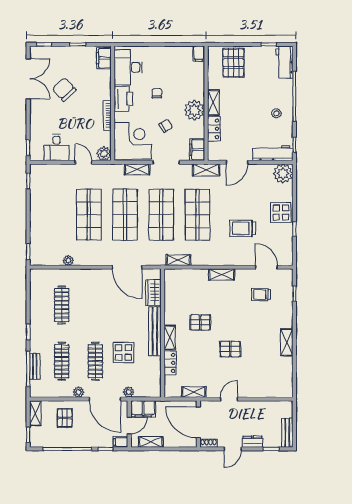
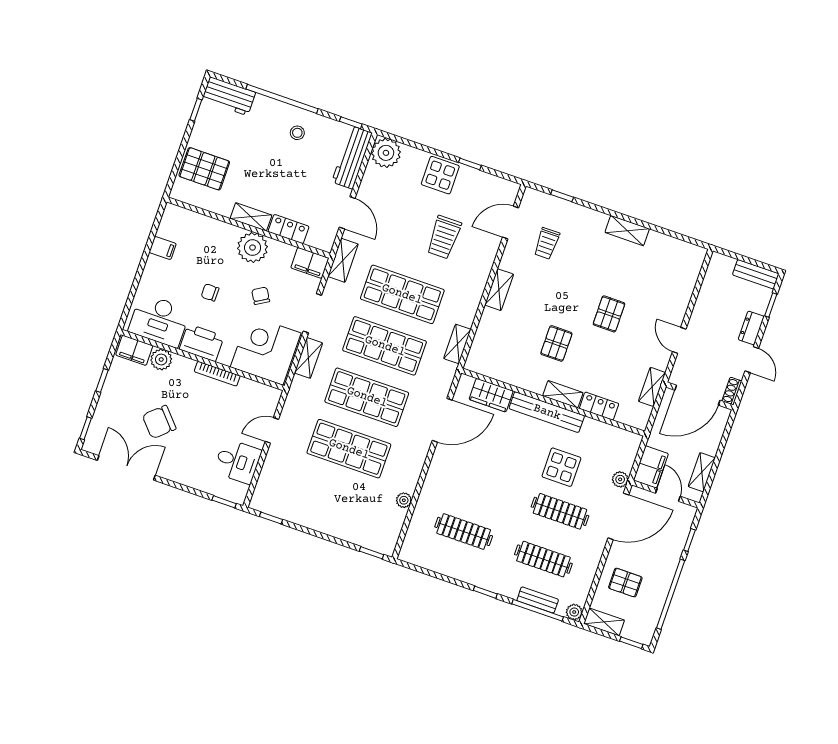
filing cabinet: (199, 54) -> (163, 248), moved
plant: (104, 154) -> (161, 359), moved
plant: (79, 392) -> (574, 612), moved
filing cabinet: (121, 442) -> (687, 515), removed

